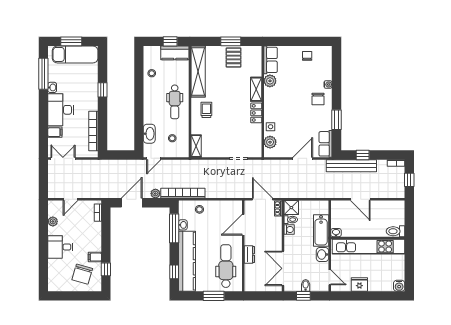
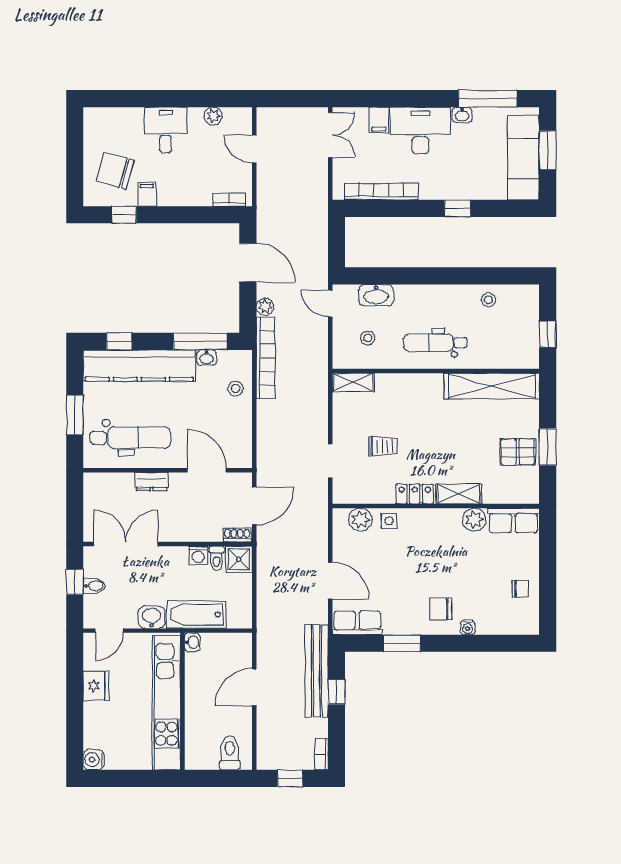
kitchen counter: (175, 53) -> (526, 343), removed
trolley: (206, 110) -> (383, 446), moved
toilet: (396, 231) -> (230, 753), moved

